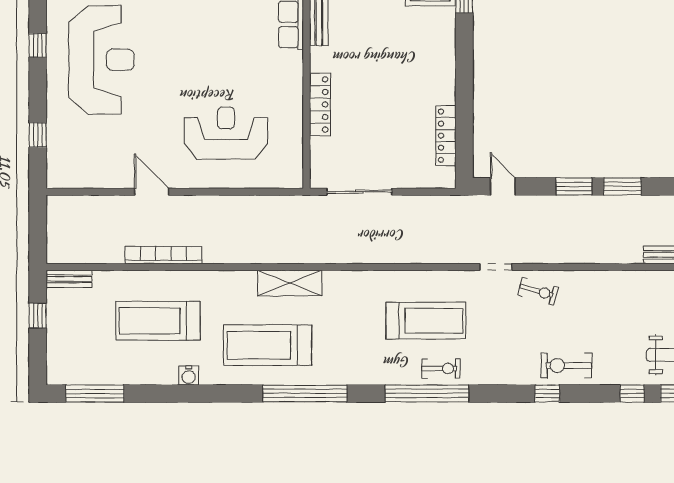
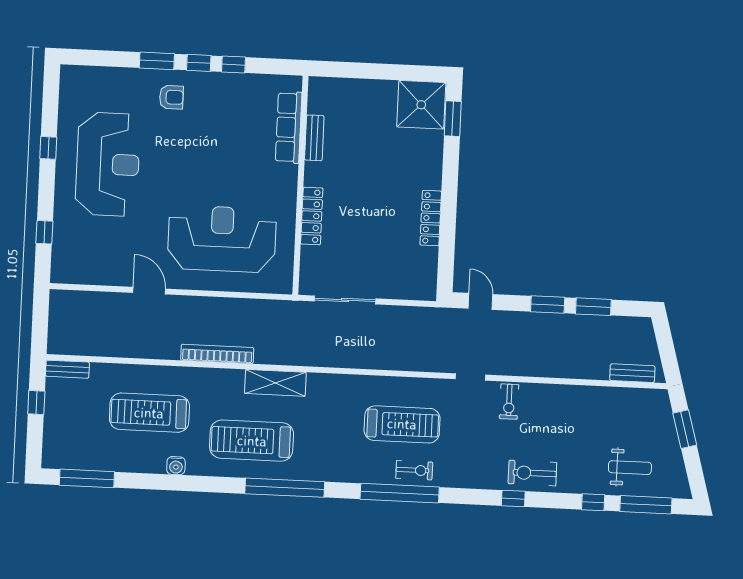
reception desk: (226, 133) -> (222, 239), width x1.36, depth x1.30
locker: (446, 136) -> (431, 218), moved
bookcase: (163, 255) -> (217, 354), moved
exercise bike: (538, 291) -> (509, 402), turned 74

